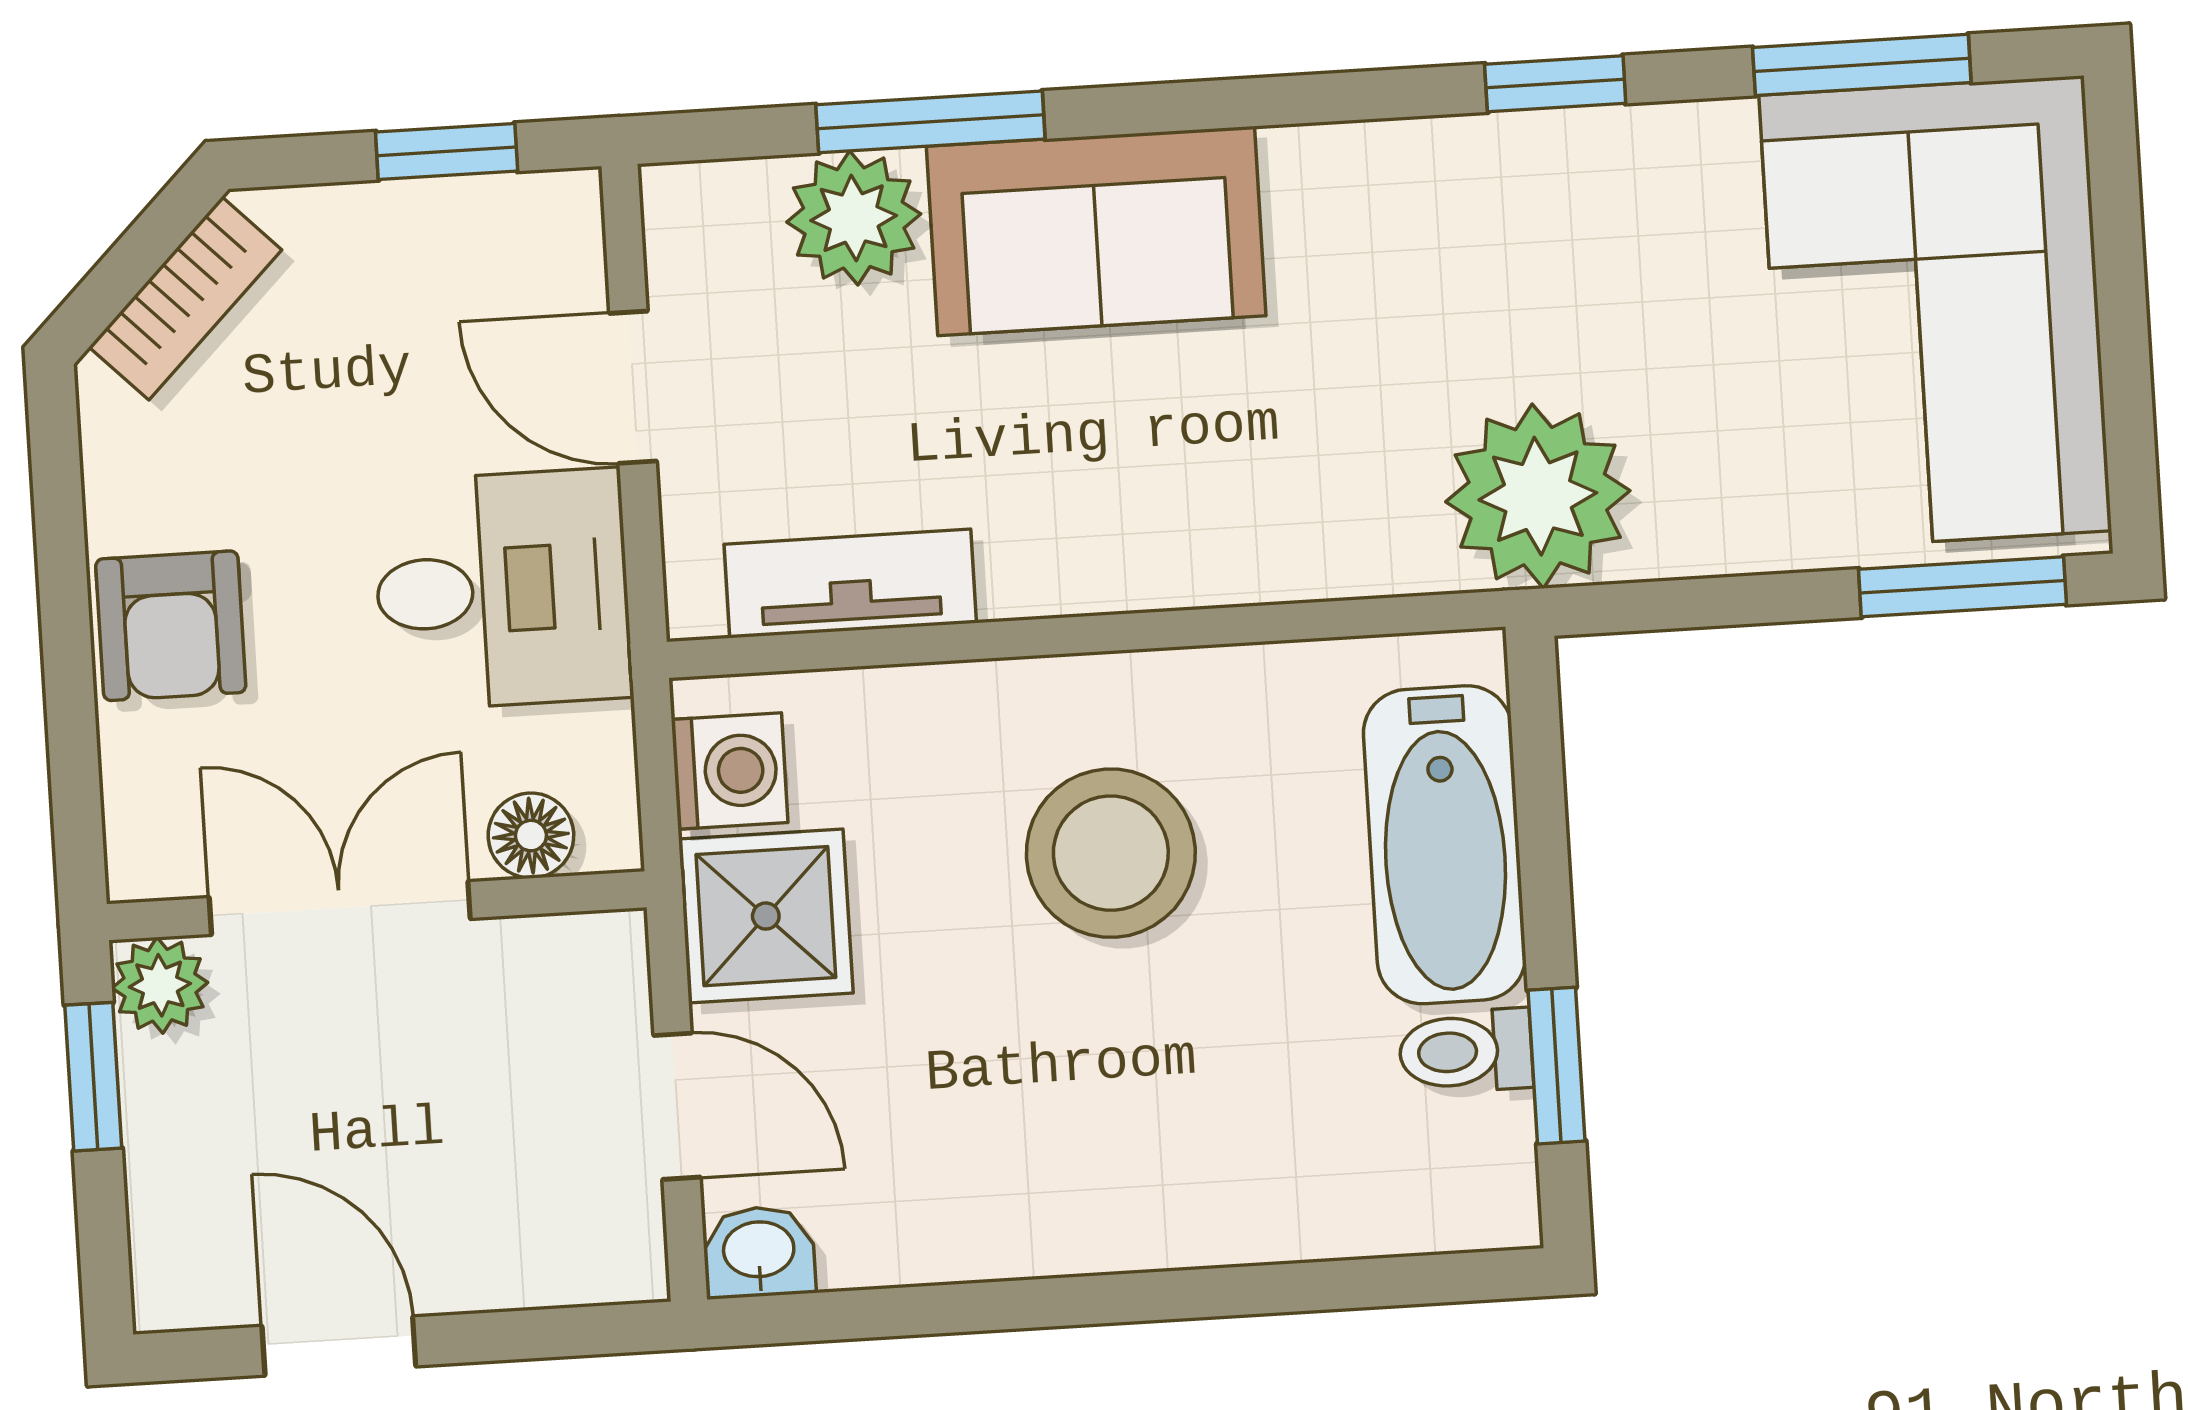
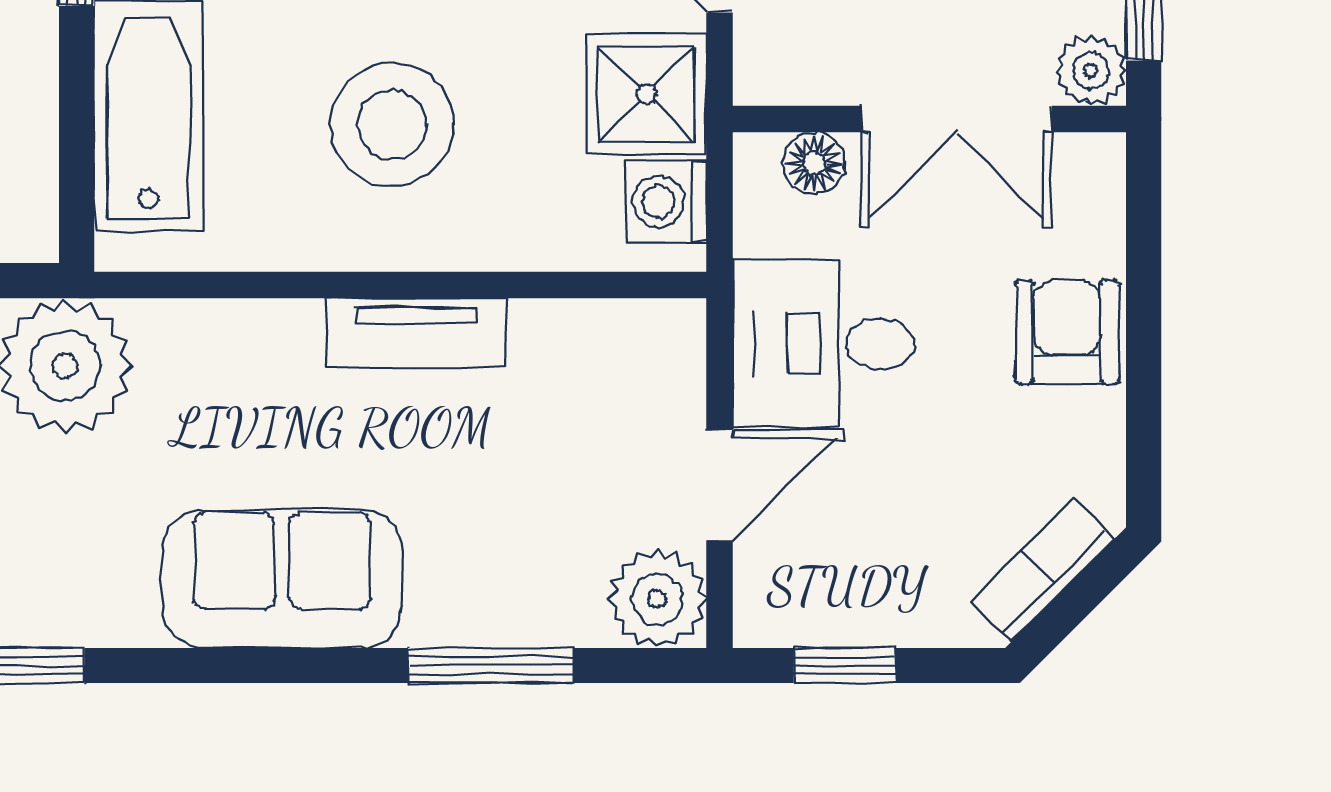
plant: (854, 218) -> (657, 599), moved
sofa: (1096, 231) -> (282, 579), moved
door: (633, 387) -> (720, 485), hinge flipped
tv unit: (850, 584) -> (416, 333), moved

